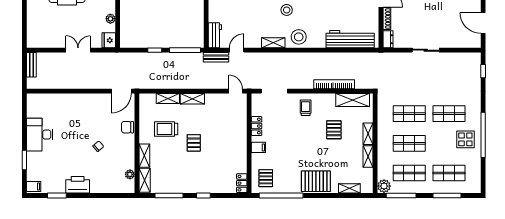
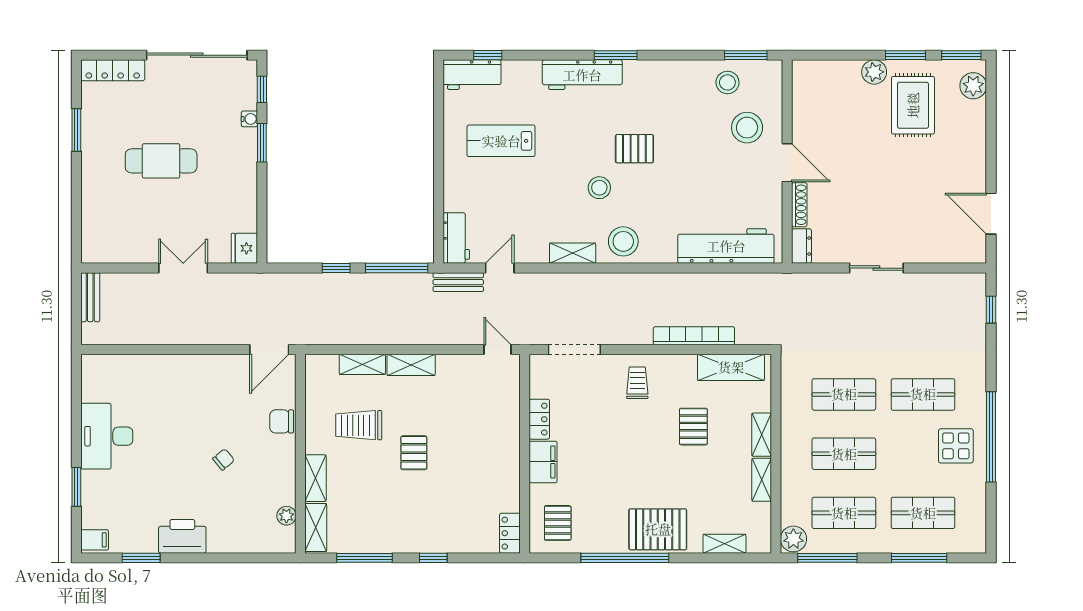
plant: (110, 19) -> (248, 205), removed
filing cabinet: (258, 147) -> (543, 462), width x2.00
window: (281, 196) -> (625, 558), moved

